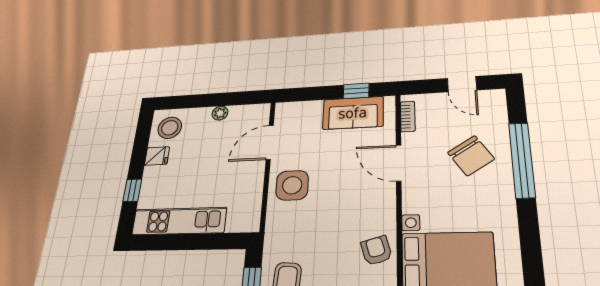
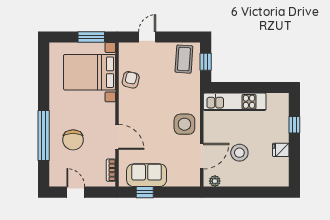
plant: (220, 113) -> (215, 181), moved
stool: (170, 128) -> (239, 153), moved
chair: (471, 156) -> (73, 140), turned -147
kitchen unit: (179, 221) -> (235, 102), moved
armchair: (376, 251) -> (131, 80), turned -151

